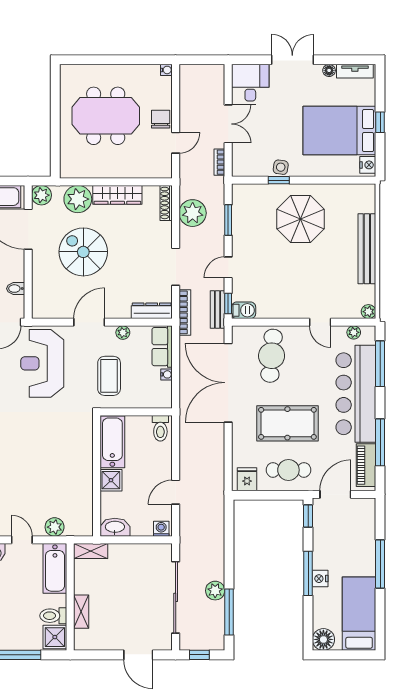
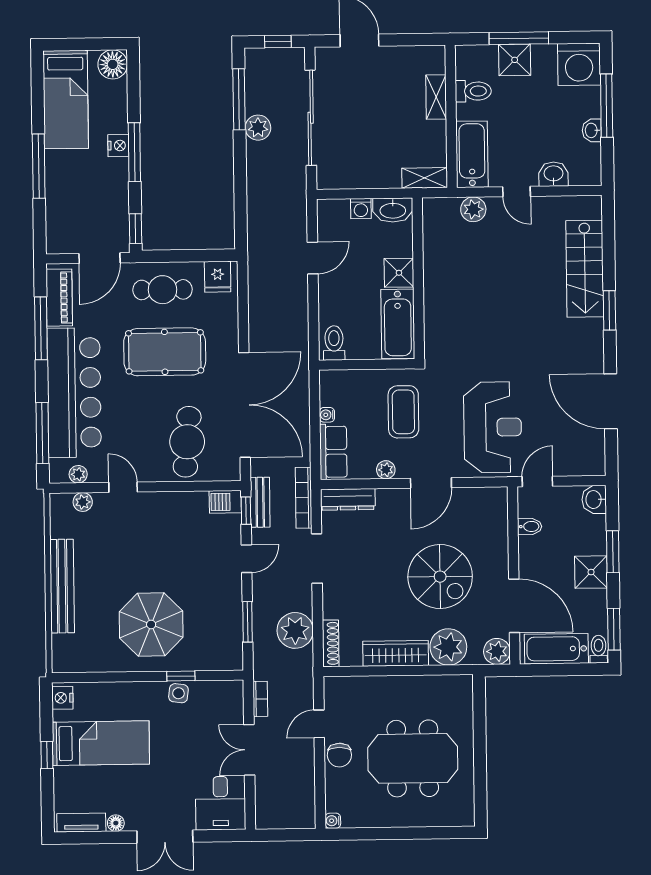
bed: (339, 131) -> (101, 743), width x0.67
plant: (368, 312) -> (83, 502), moved
washing machine: (161, 529) -> (361, 209), moved
shower: (55, 637) -> (515, 60), moved

